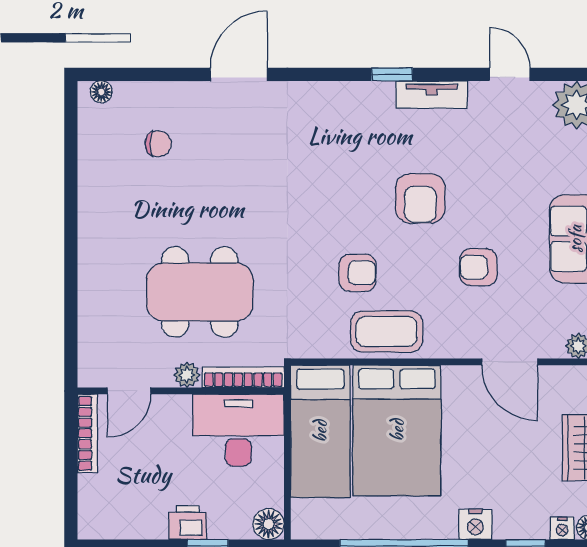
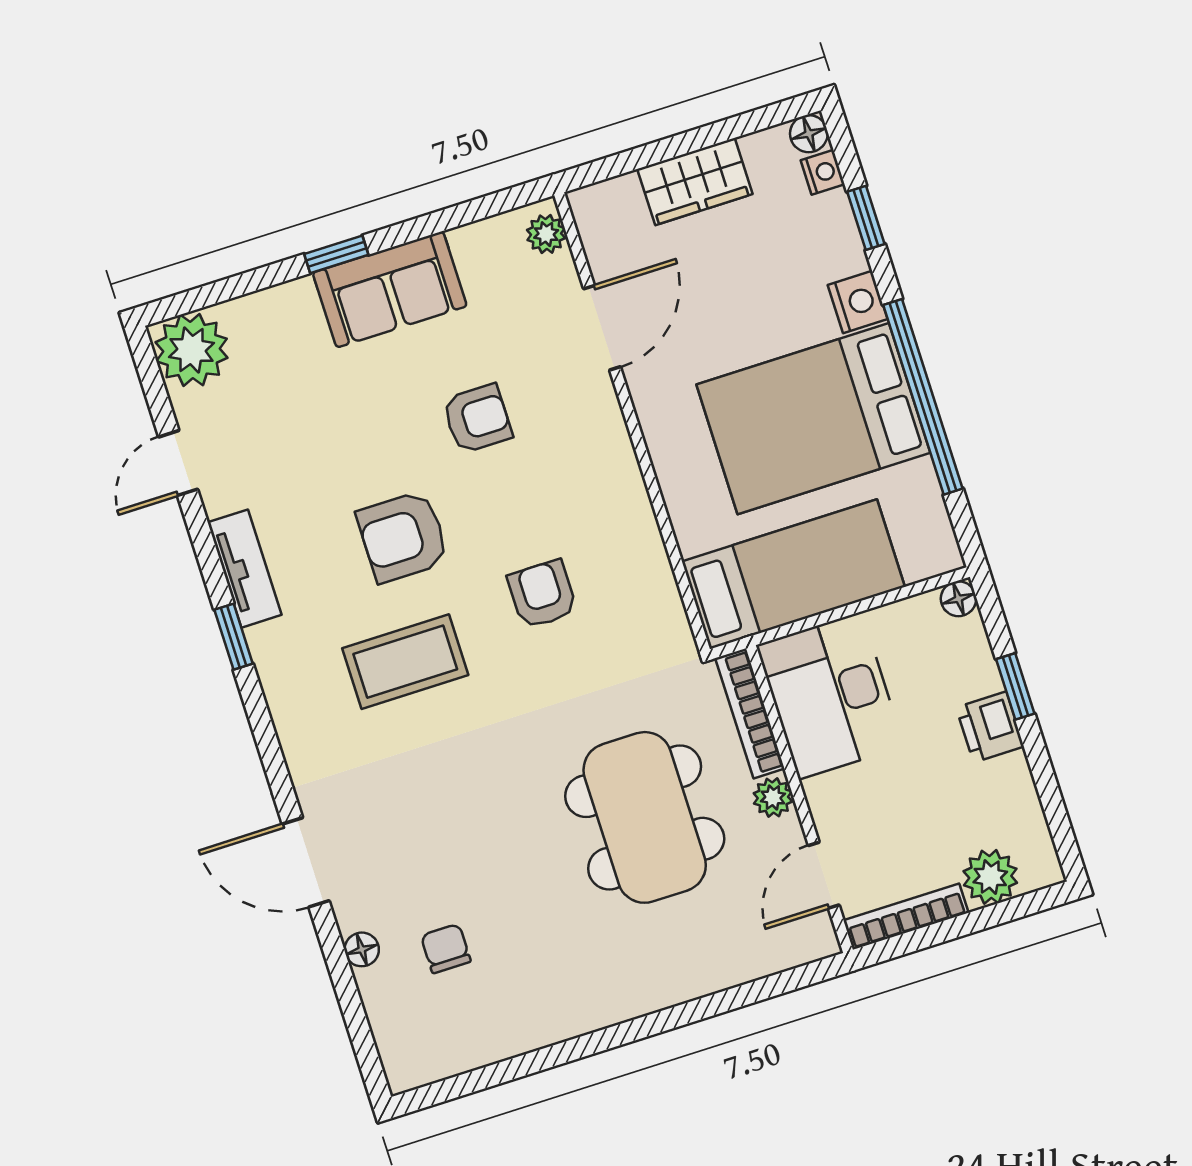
floor lamp: (101, 92) -> (362, 949), moved
armchair: (420, 198) -> (403, 537), turned 180
armchair: (478, 267) -> (477, 419), turned -90
coffee table: (387, 332) -> (405, 662), moved, turned 90
door: (129, 391) -> (824, 875), swing flipped
bed: (397, 430) -> (813, 419), moved, turned 180
plant: (95, 493) -> (990, 877), added
floor lamp: (269, 524) -> (958, 599), width x0.73, depth x0.73

